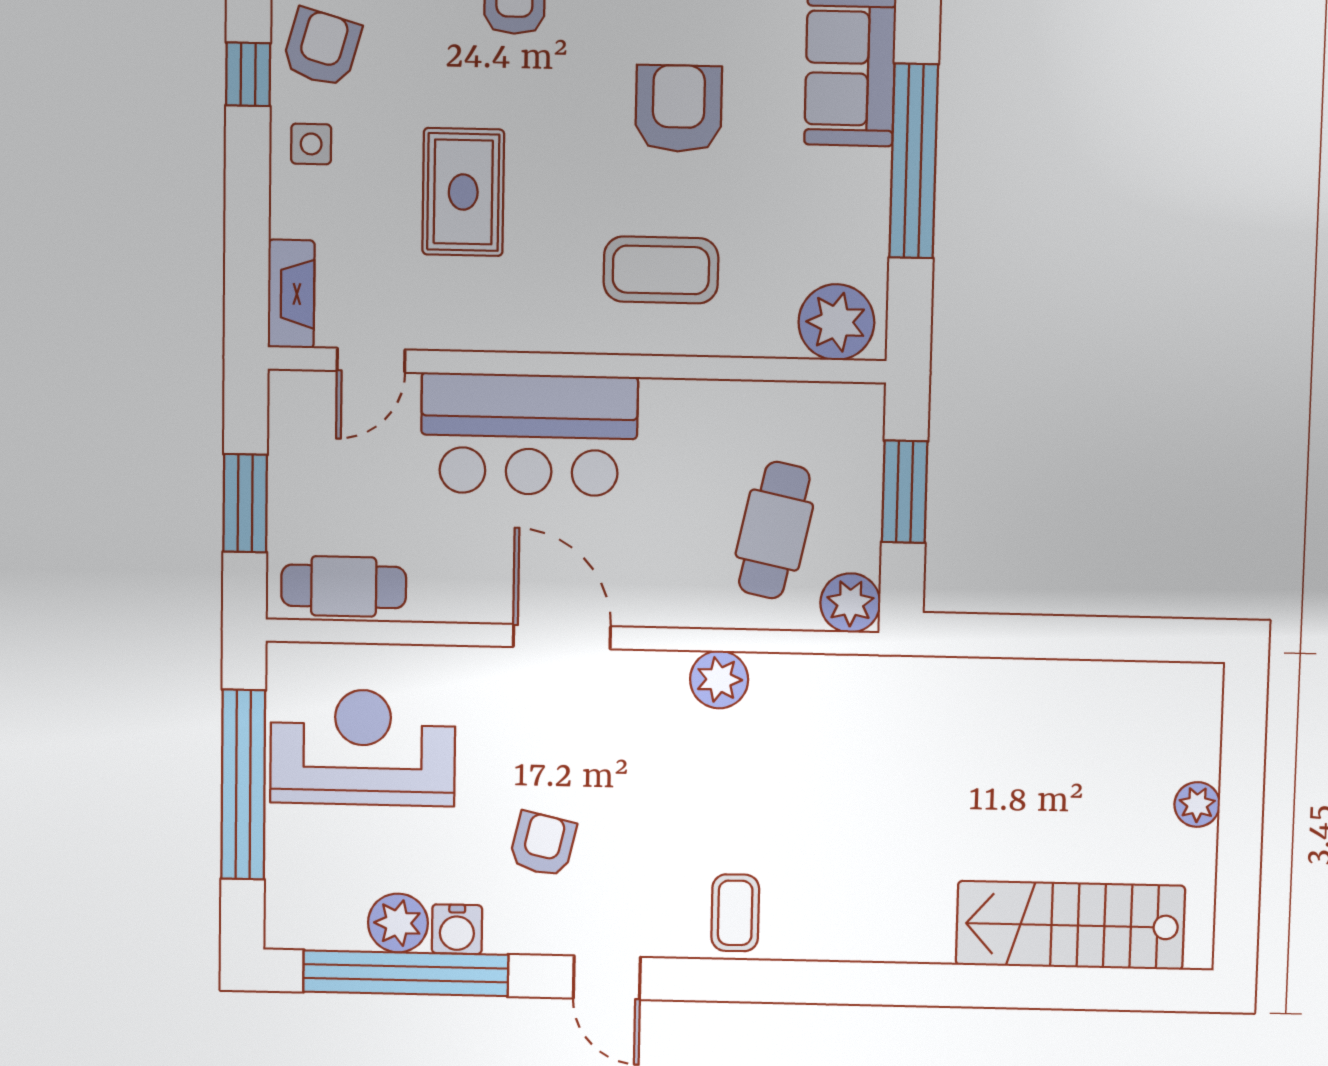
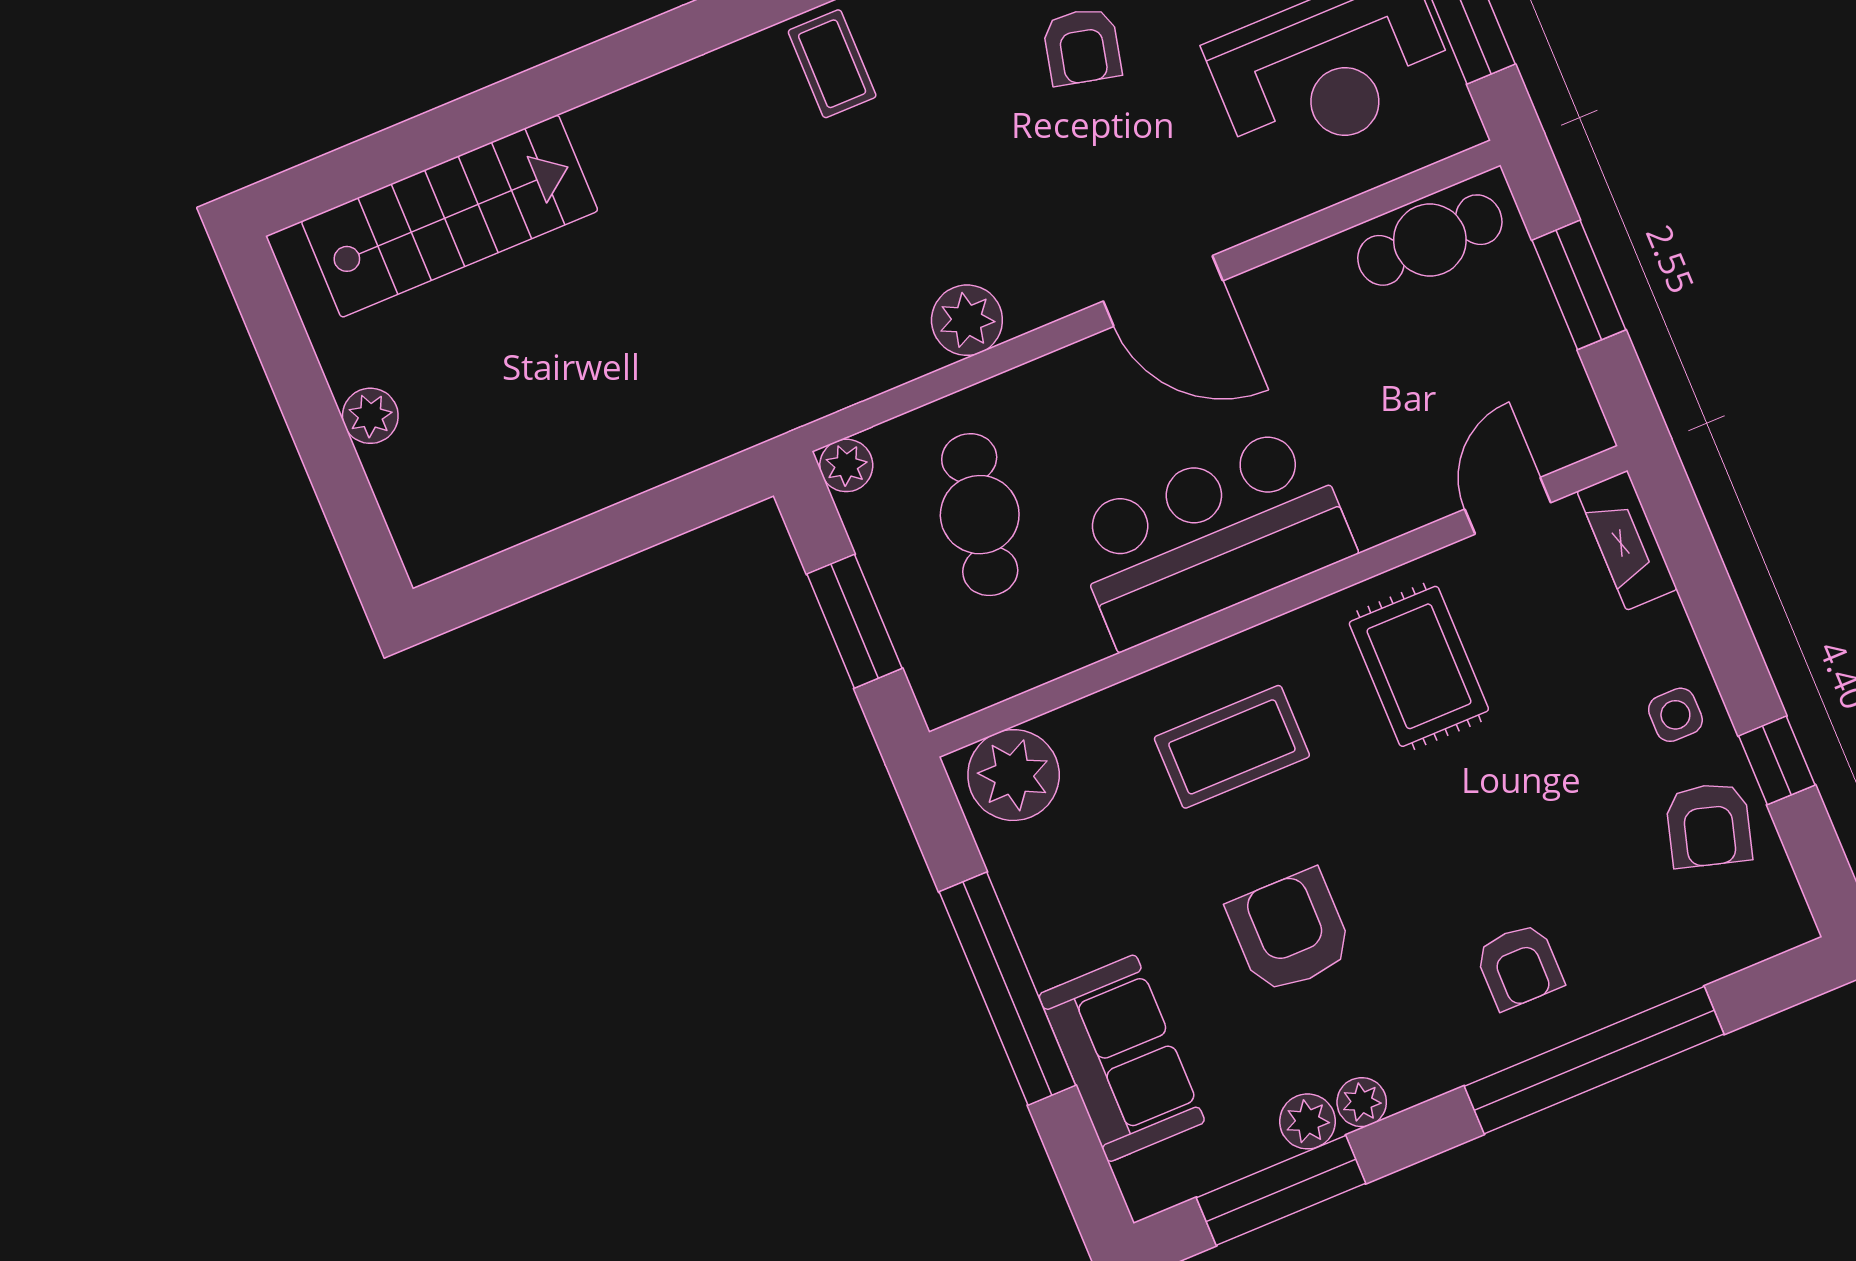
armchair: (679, 109) -> (1290, 932), turned 180
rug: (463, 192) -> (1419, 666), moved
bar counter: (529, 434) -> (1211, 537), moved
plant: (850, 603) -> (846, 465), width x0.73, depth x0.73

